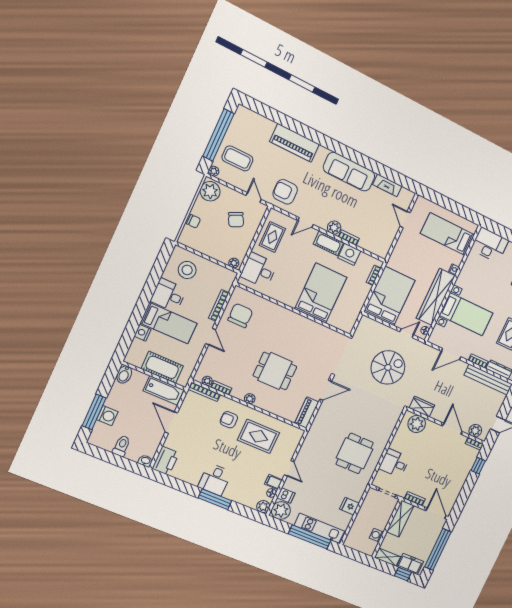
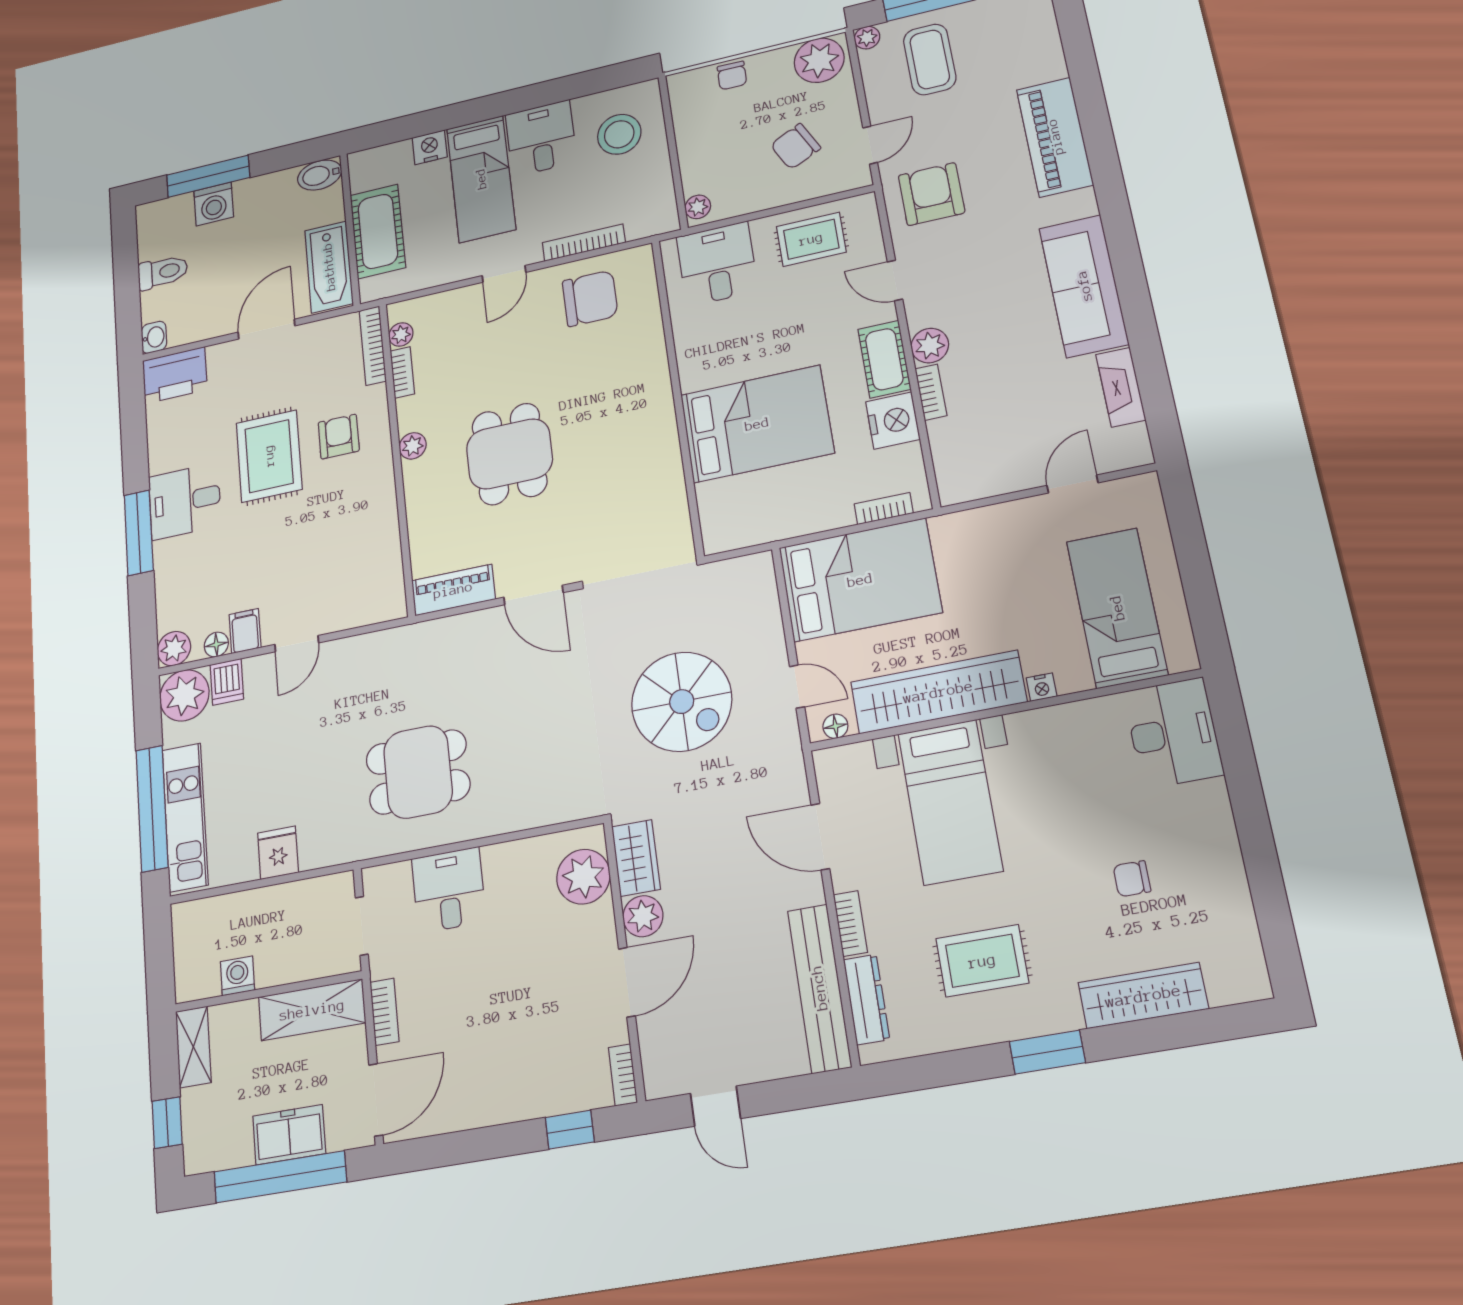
plant: (475, 431) -> (643, 916), moved
rug: (258, 436) -> (269, 456), moved
freezer: (410, 564) -> (289, 1135), moved, turned -90

